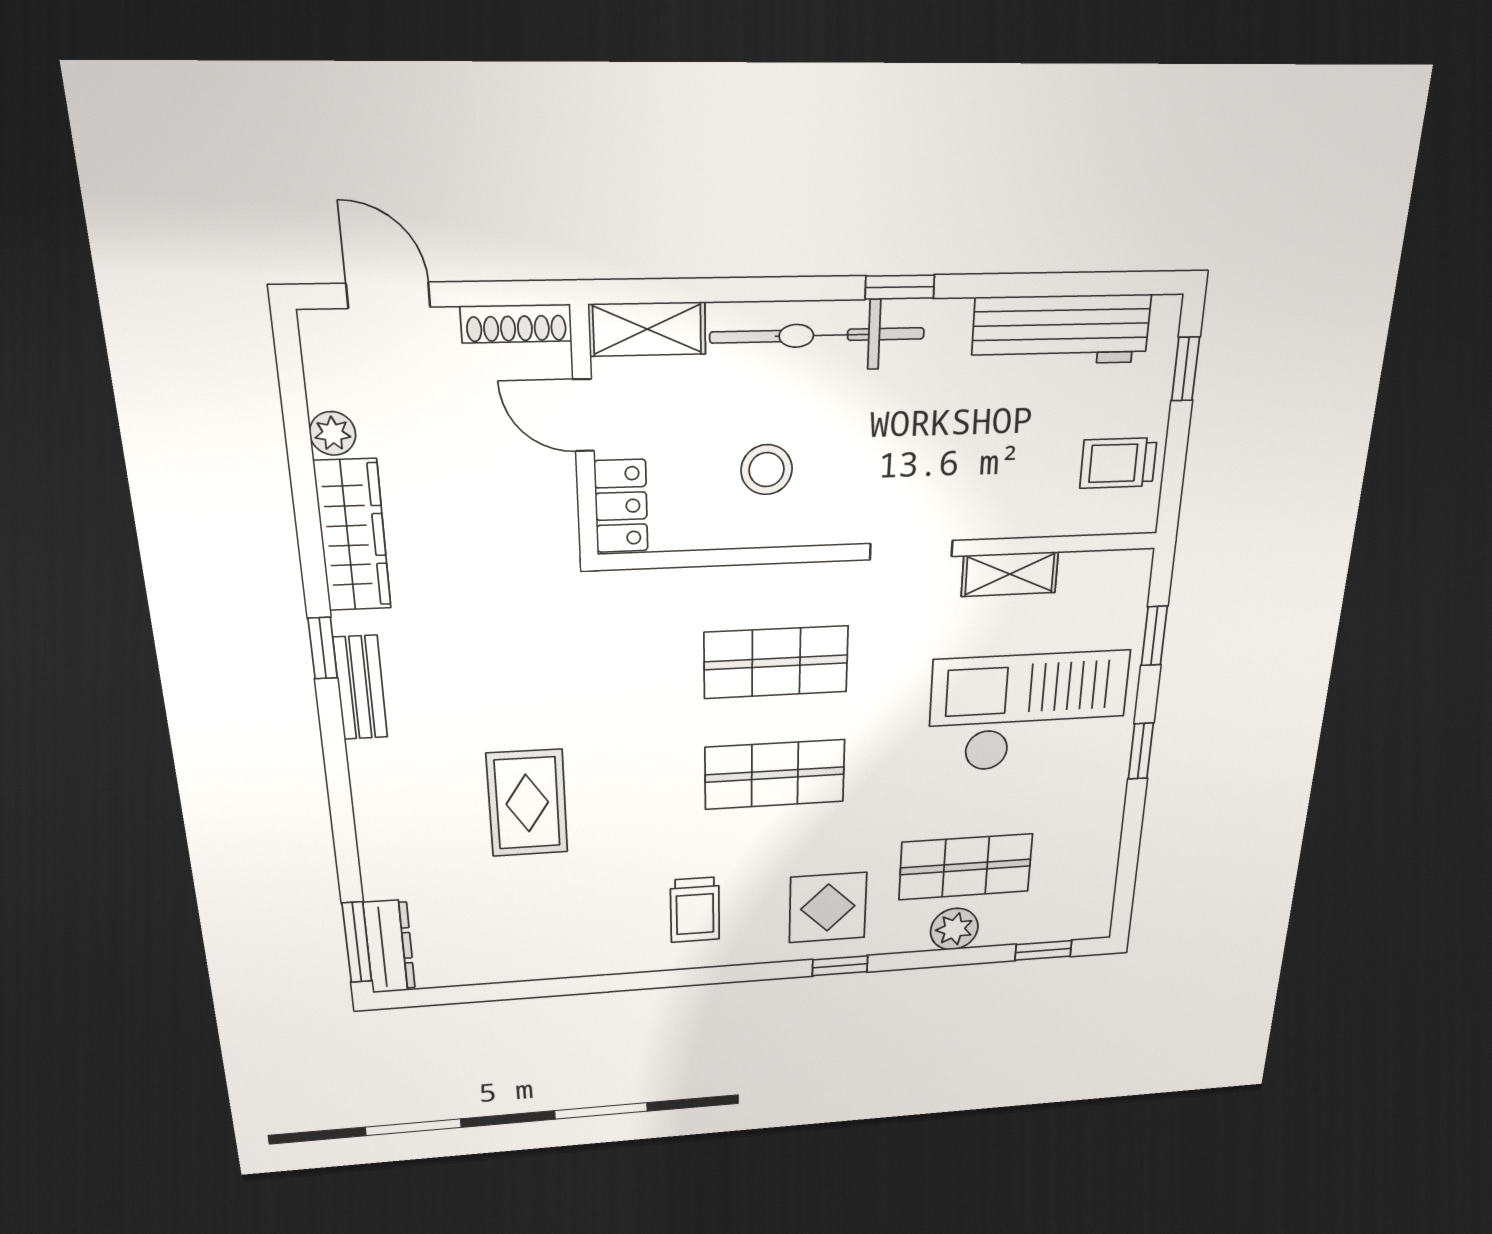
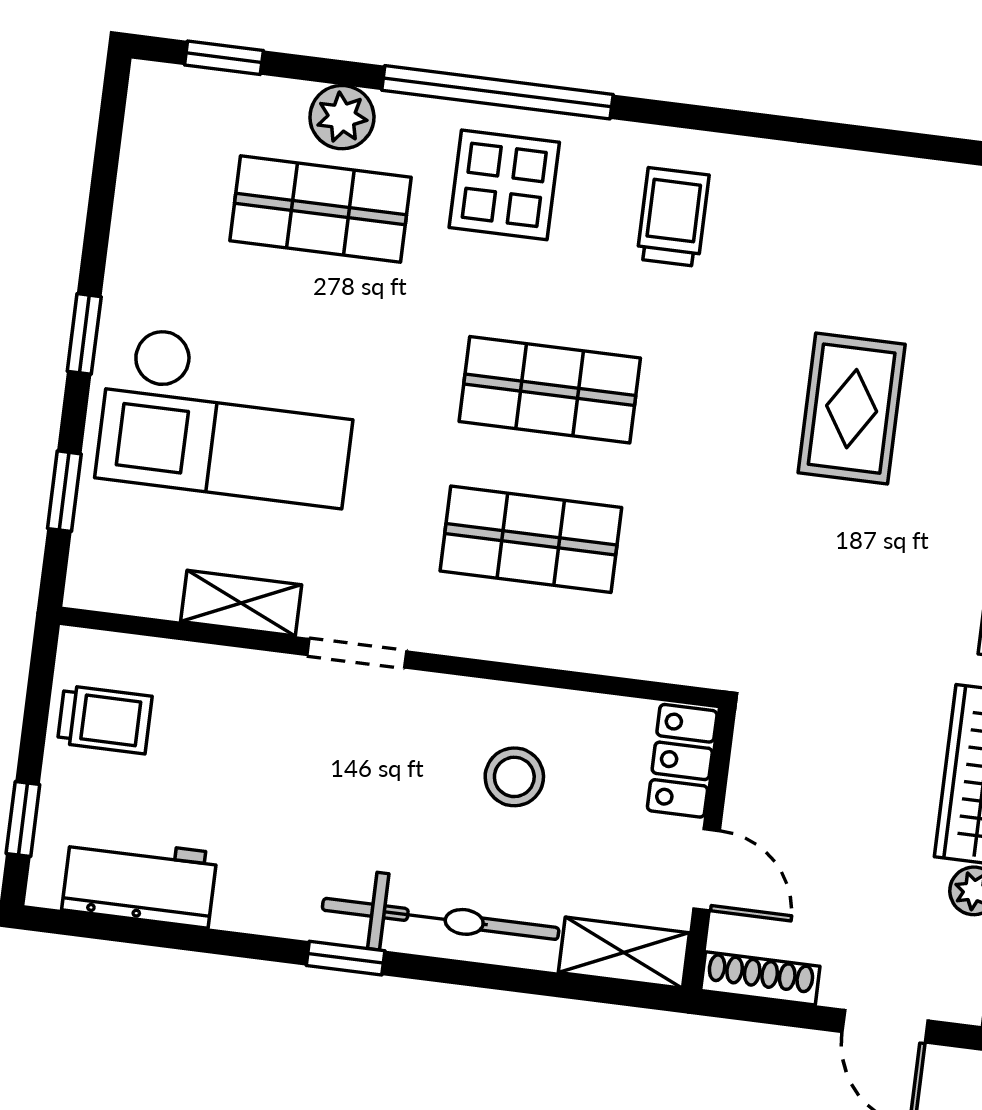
workbench: (1061, 330) -> (140, 881), width x0.73
window: (840, 966) -> (497, 92), width x3.17

